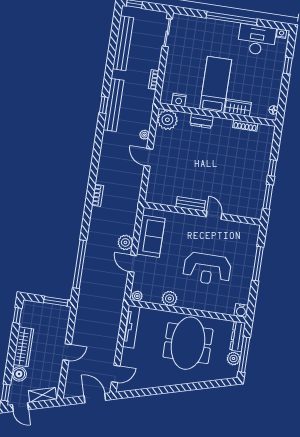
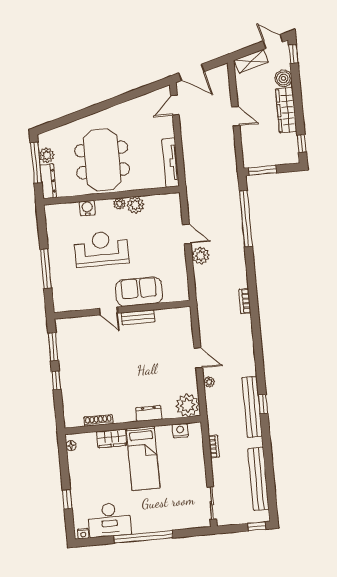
sofa: (151, 236) -> (139, 292), moved, turned 90
plant: (137, 296) -> (119, 204), moved
water cooler: (241, 310) -> (87, 208), moved
door: (67, 352) -> (236, 116), swing flipped

